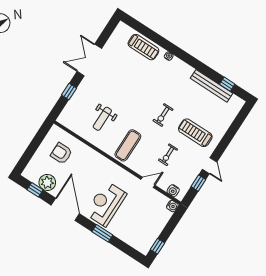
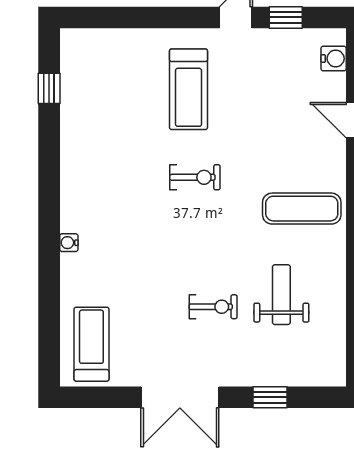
treadmill: (143, 47) -> (91, 344), moved
bench: (211, 86) -> (73, 118), removed
weight bench: (102, 119) -> (281, 295), turned -90
exercise bike: (168, 155) -> (213, 307), moved

